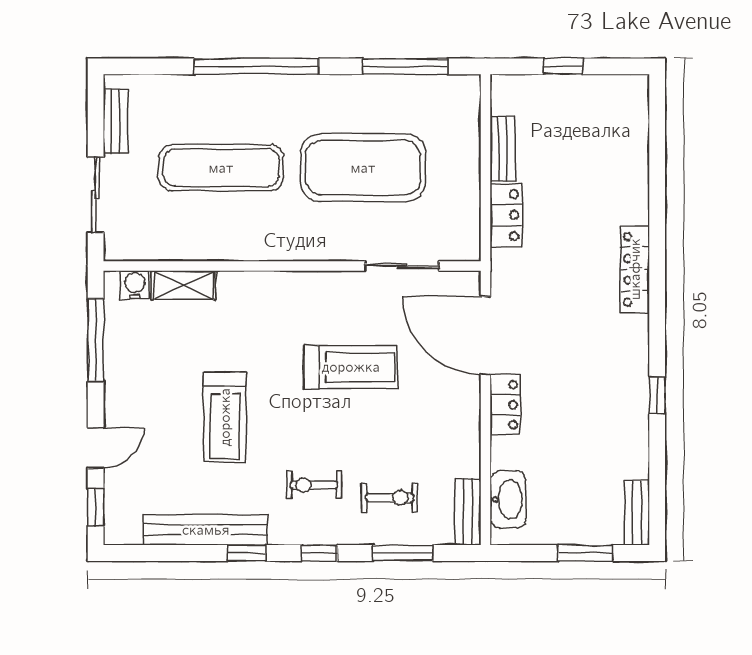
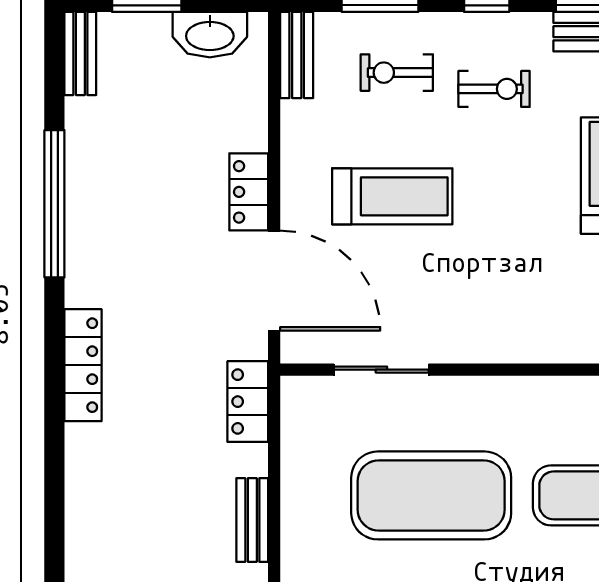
locker: (506, 215) -> (248, 402), moved
treadmill: (351, 367) -> (392, 196), moved, turned 180
window: (657, 395) -> (54, 204), width x3.17
washbasin: (508, 500) -> (210, 35), moved, turned -90

